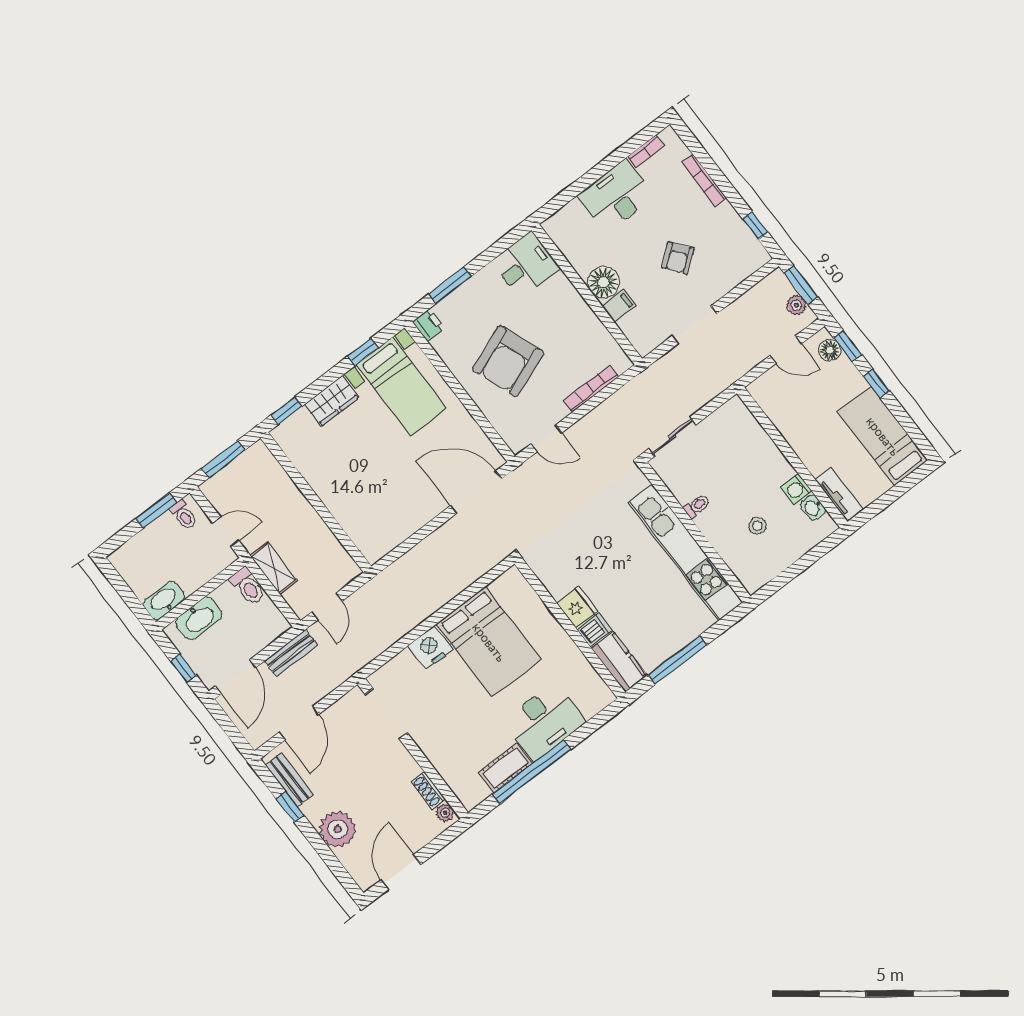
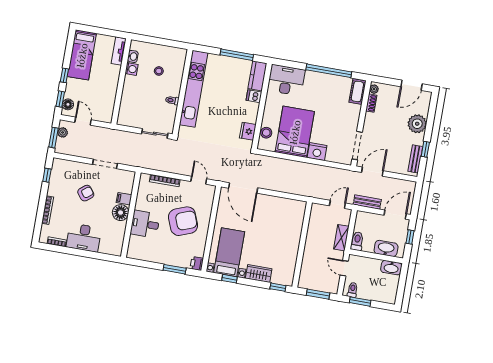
desk: (526, 265) -> (145, 224), moved
stool: (525, 599) -> (266, 133), added
fridge: (577, 607) -> (248, 131), moved
desk: (544, 721) -> (286, 80), moved
door: (299, 723) -> (372, 172), moved
cot: (505, 768) -> (357, 91), moved, turned 90

